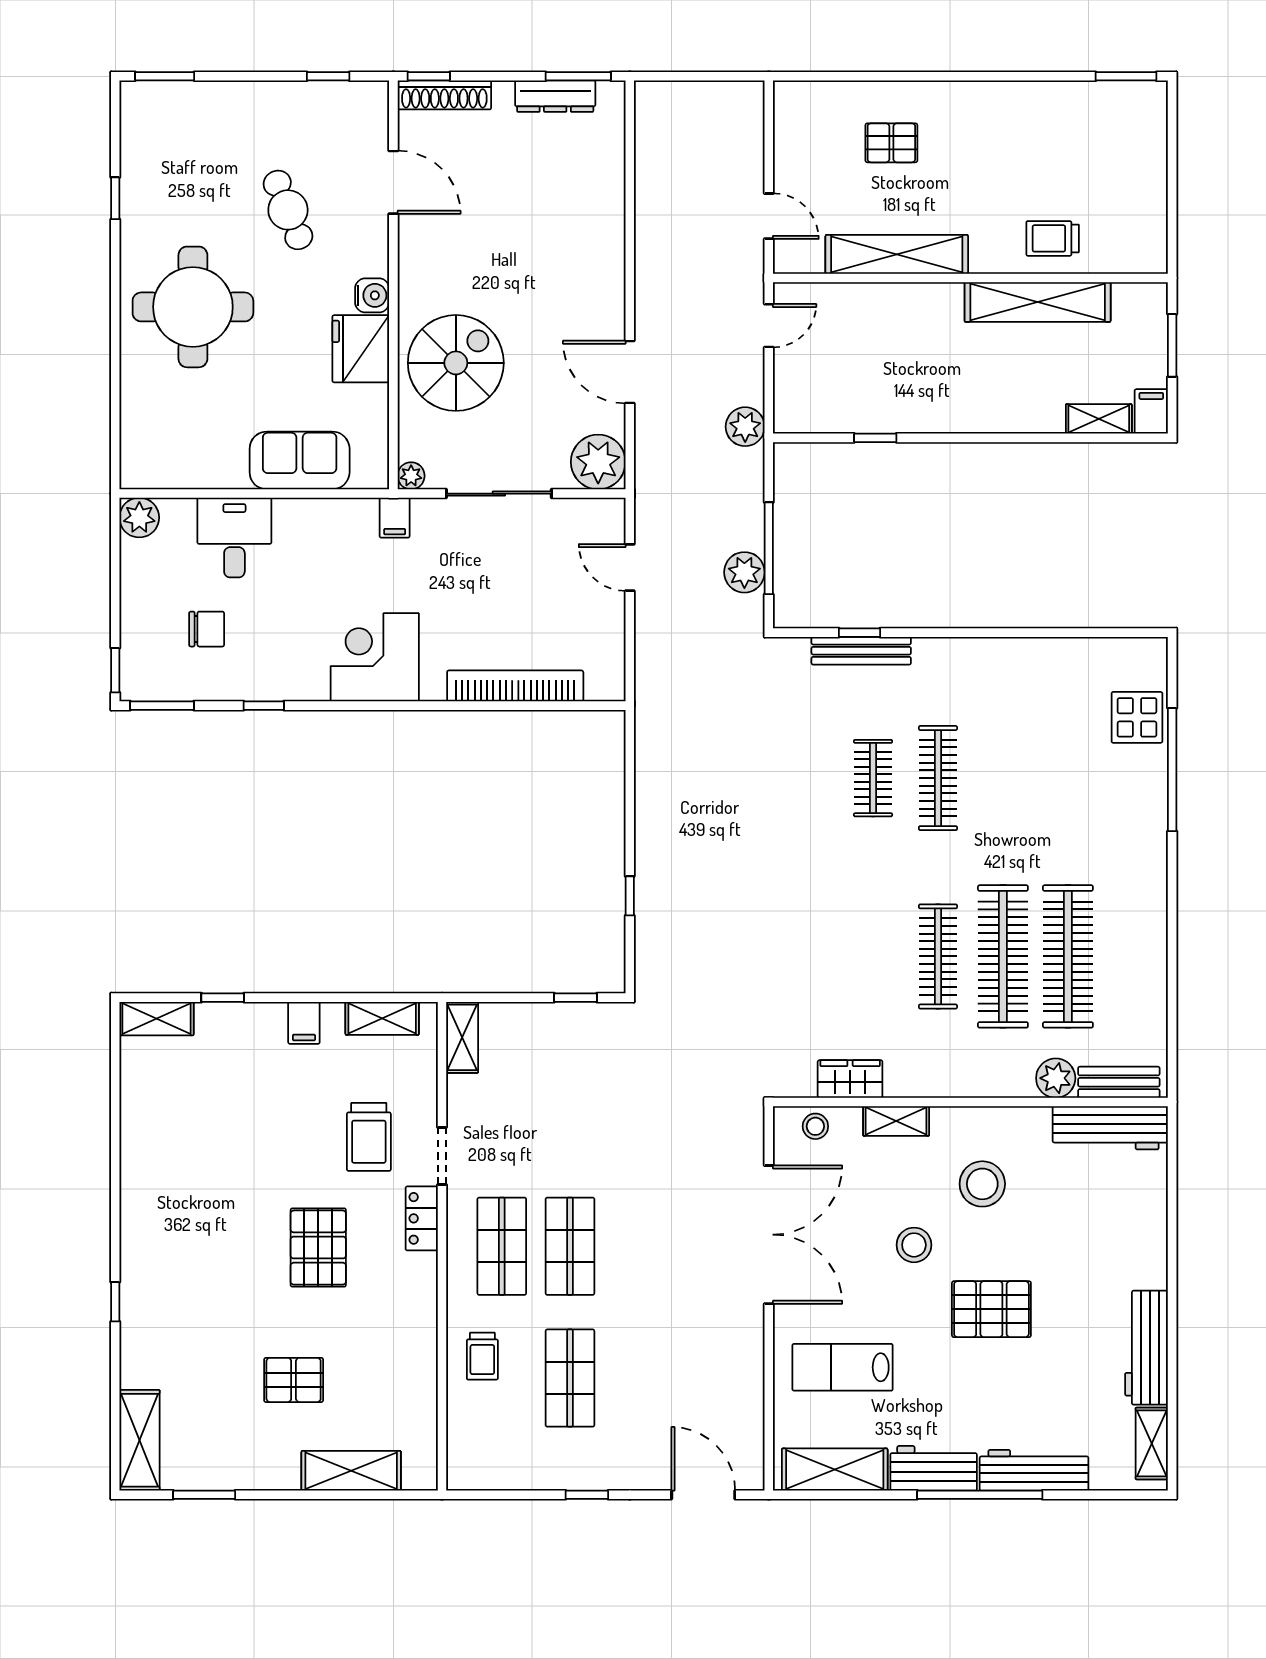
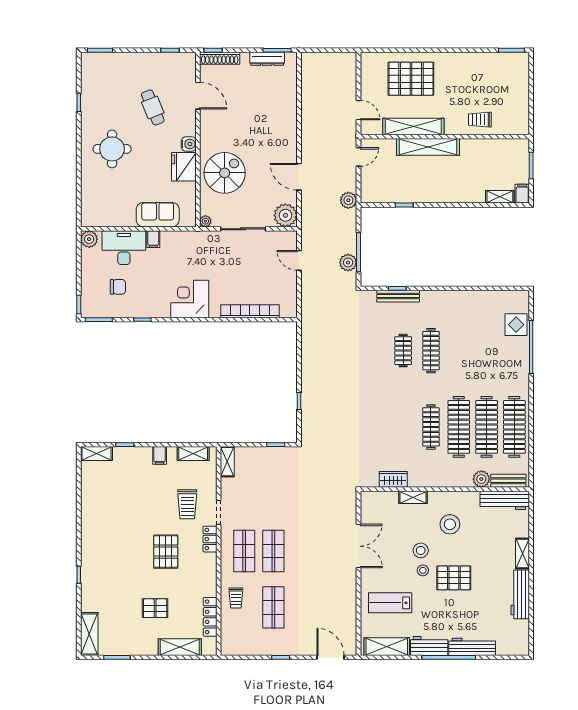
pallet: (891, 143) -> (411, 79), width x2.05, depth x2.00
shelving: (1038, 302) -> (428, 147), moved
round table: (193, 307) -> (112, 149), width x0.73, depth x0.73
filing cabinet: (395, 518) -> (153, 239), moved
desk: (234, 538) -> (124, 248), width x1.37
clothes rail: (1133, 956) -> (514, 427), added
stool: (815, 1126) -> (423, 570), moved
double door: (769, 1235) -> (359, 546), width x0.73
locker: (422, 1400) -> (210, 617), added
shelving: (1152, 1443) -> (522, 553), moved

